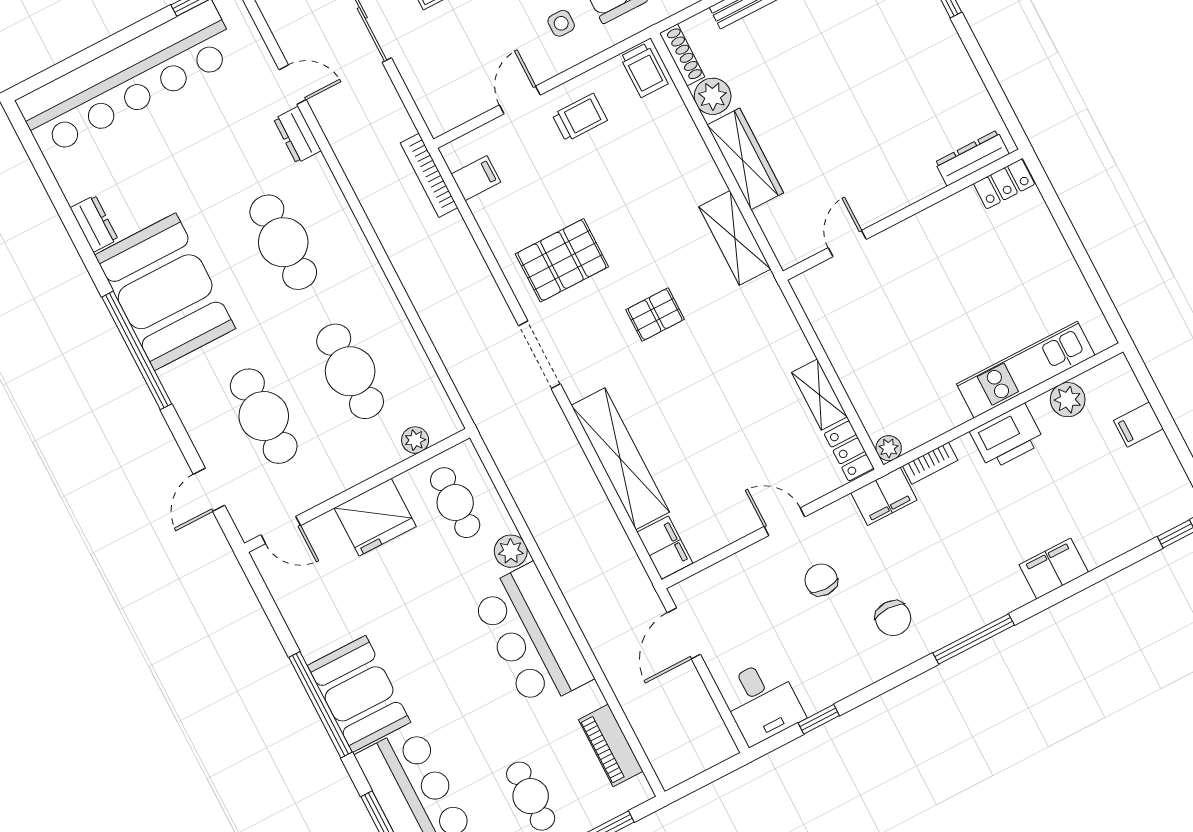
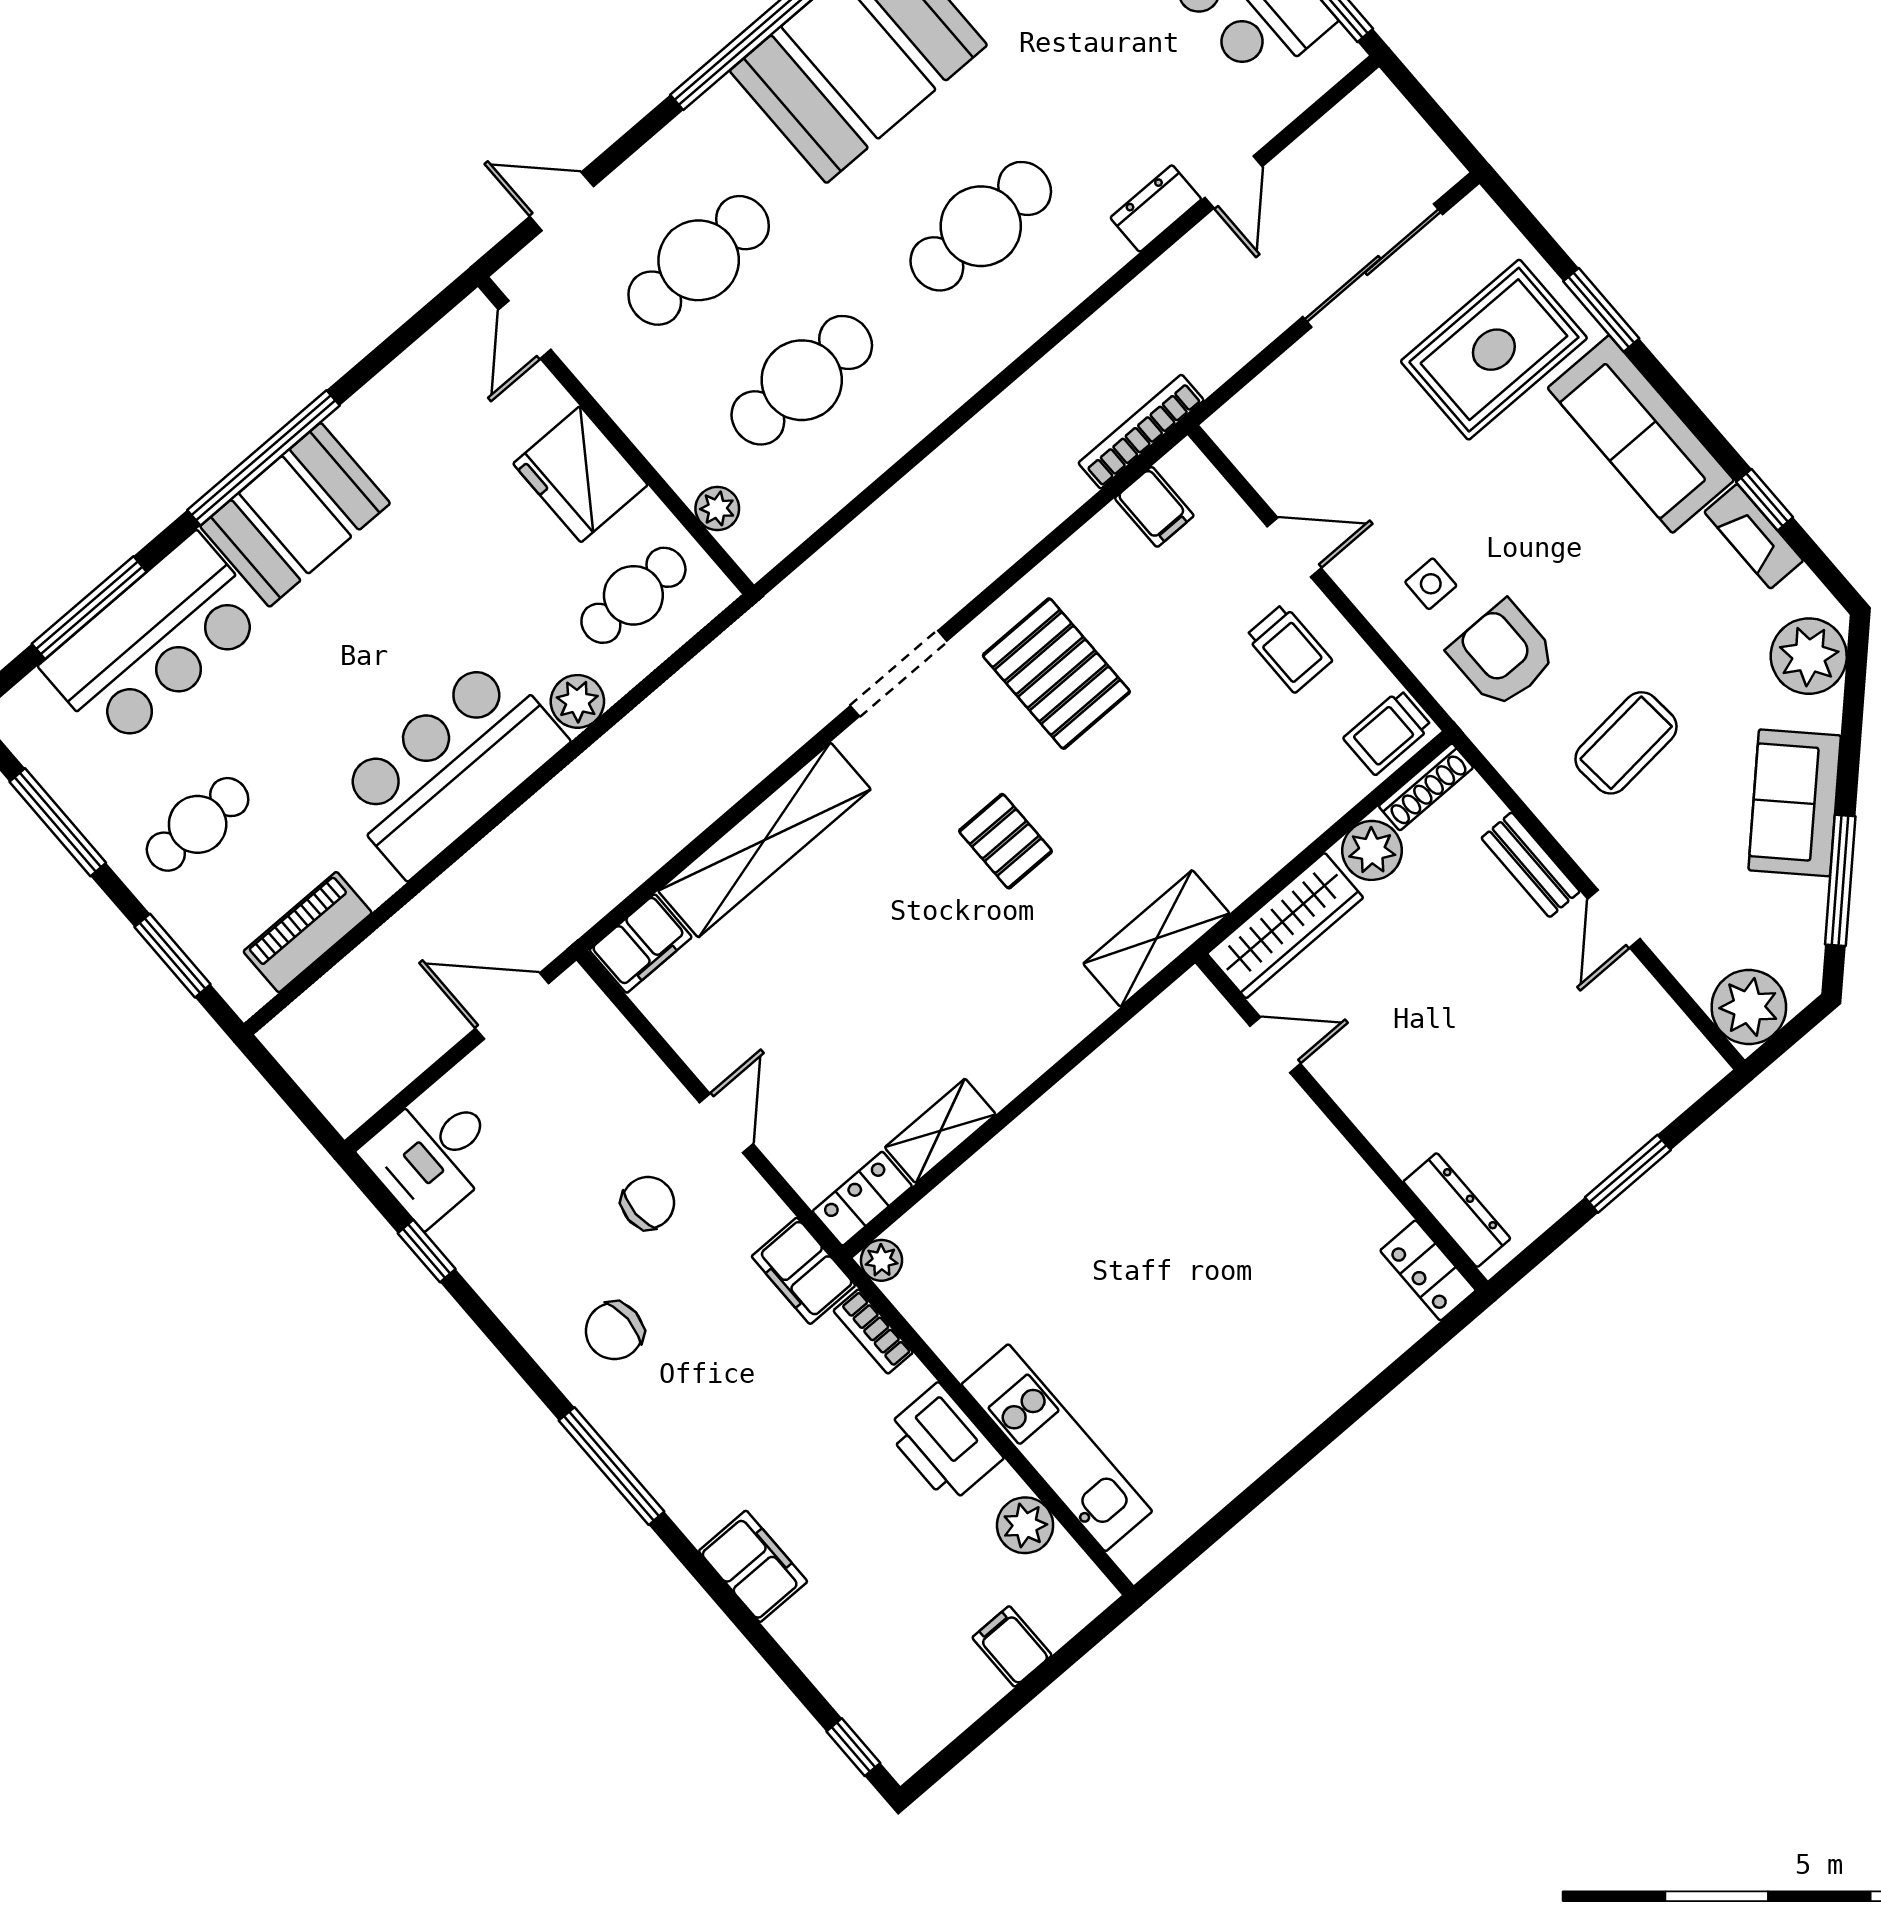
dresser: (972, 158) -> (1457, 1210), moved
locker: (1004, 184) -> (1428, 1270), moved
wall: (903, 215) -> (1342, 1122), moved
door: (847, 244) -> (1275, 1045), moved

